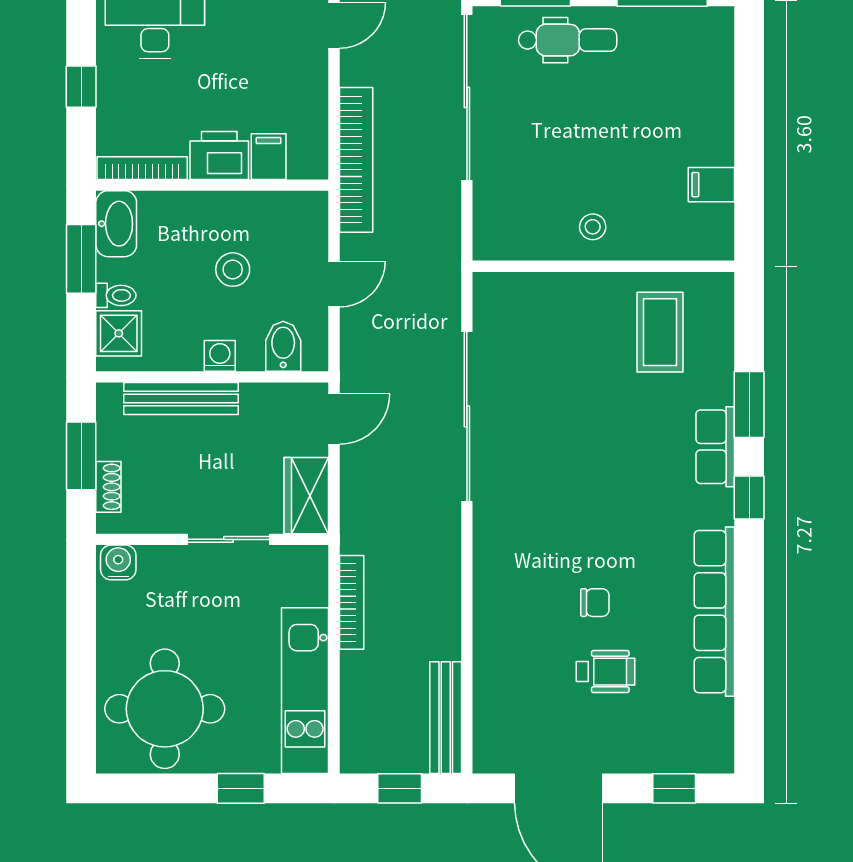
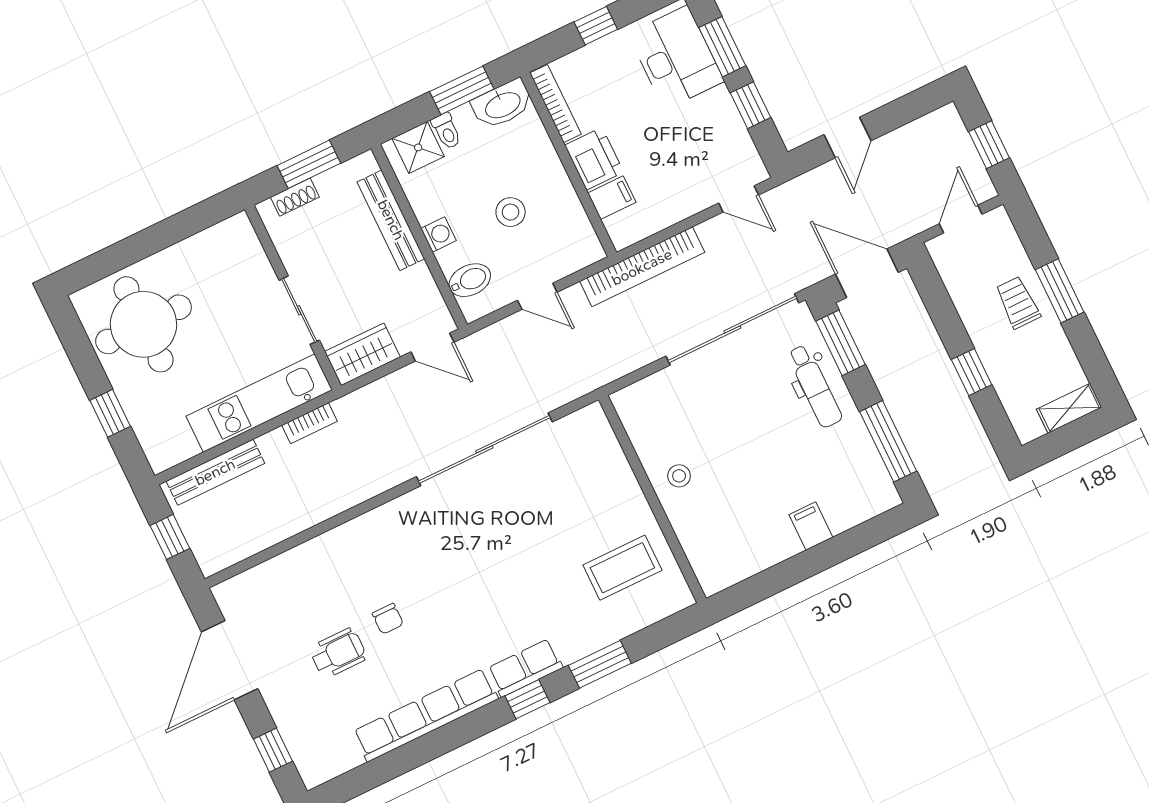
filing cabinet: (711, 185) -> (811, 526), moved
row of seats: (715, 447) -> (525, 668), moved
water cooler: (118, 562) -> (240, 233), removed
bookcase: (352, 602) -> (310, 423), width x0.64
wheelchair: (606, 672) -> (338, 653), turned -90
kitchen unit: (305, 691) -> (259, 403), moved
bench: (446, 718) -> (215, 472), moved

